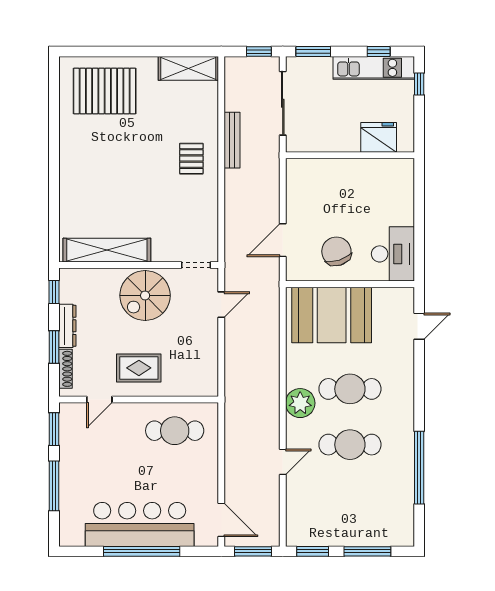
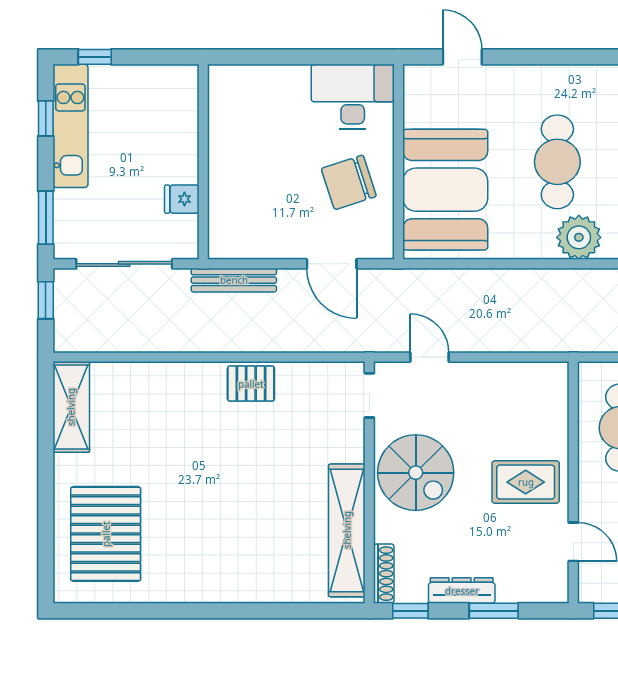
fridge: (379, 137) -> (182, 199), moved, width x0.53, depth x0.75
bench: (232, 140) -> (234, 280), moved
pallet: (191, 159) -> (251, 384), moved
rug: (139, 368) -> (526, 482), turned 90
shoe rack: (65, 369) -> (384, 574), moved, turned 90

